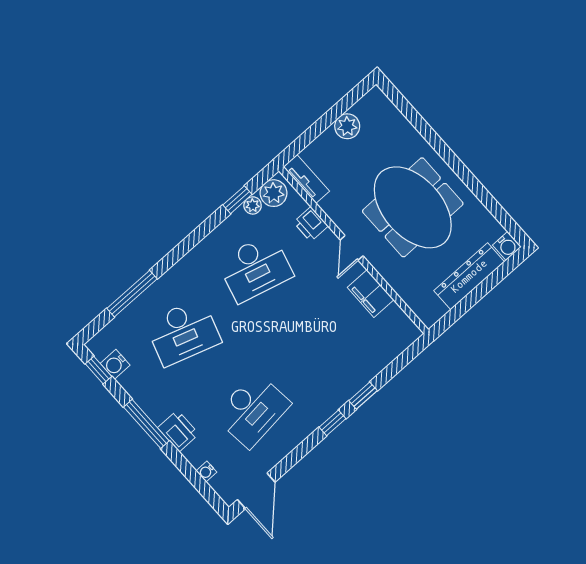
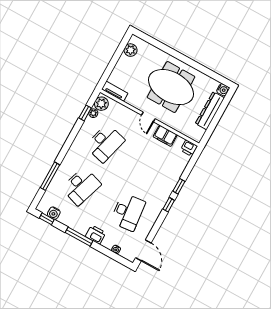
plant: (347, 126) -> (131, 50), moved
printer: (311, 224) -> (189, 148), moved

